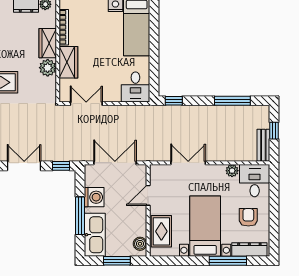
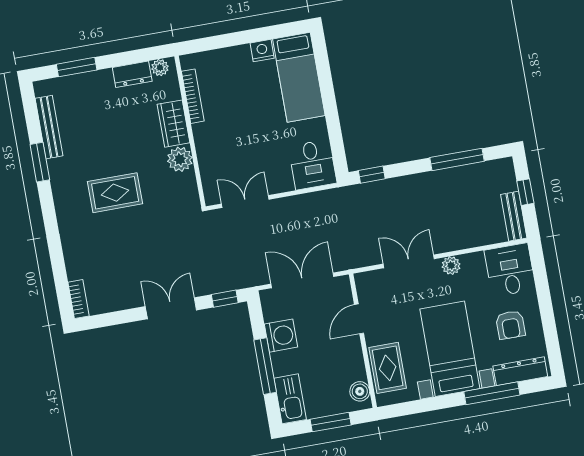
wardrobe: (68, 62) -> (209, 146), removed
plant: (232, 171) -> (451, 265), moved
armchair: (248, 217) -> (510, 325), turned 180
kitchen sink: (95, 235) -> (290, 399), width x0.73, depth x0.81

